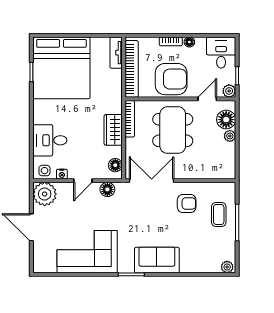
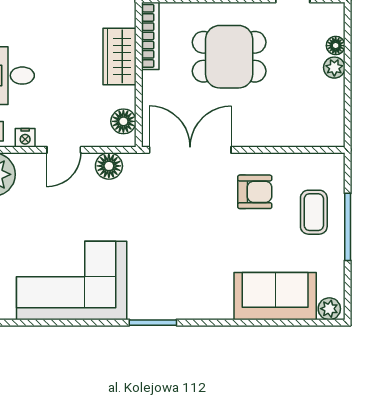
floor lamp: (226, 120) -> (336, 46), width x0.53, depth x0.53
dining table: (173, 130) -> (229, 57), width x0.73
sofa: (157, 260) -> (275, 296), moved

